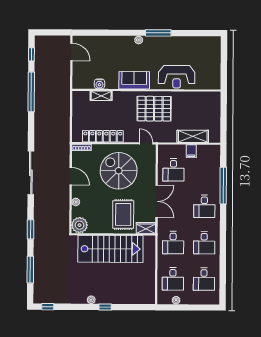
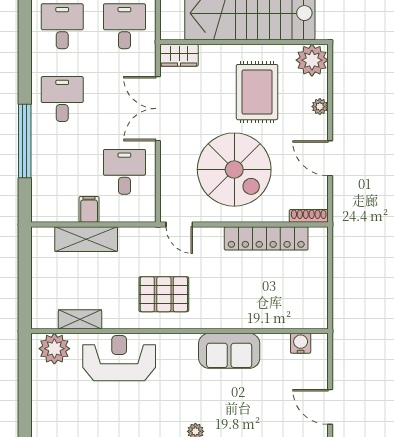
sofa: (134, 80) -> (229, 351), moved
plant: (209, 82) -> (54, 349), added
water cooler: (99, 84) -> (301, 343), moved
shelving: (101, 96) -> (80, 319), moved
pallet: (154, 109) -> (164, 294), width x0.73, depth x0.71
rug: (123, 214) -> (257, 92), moved

